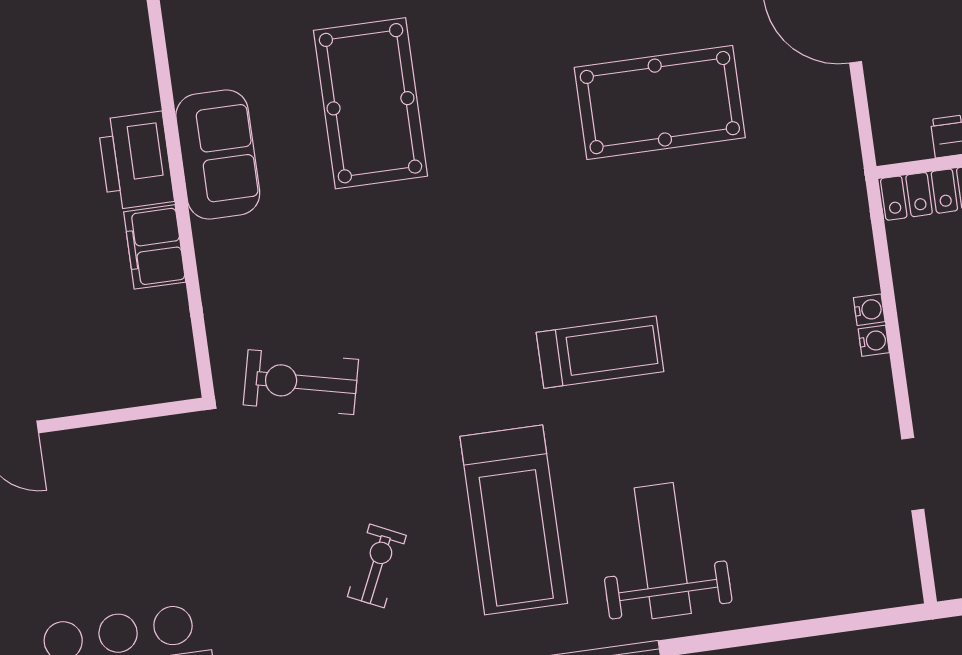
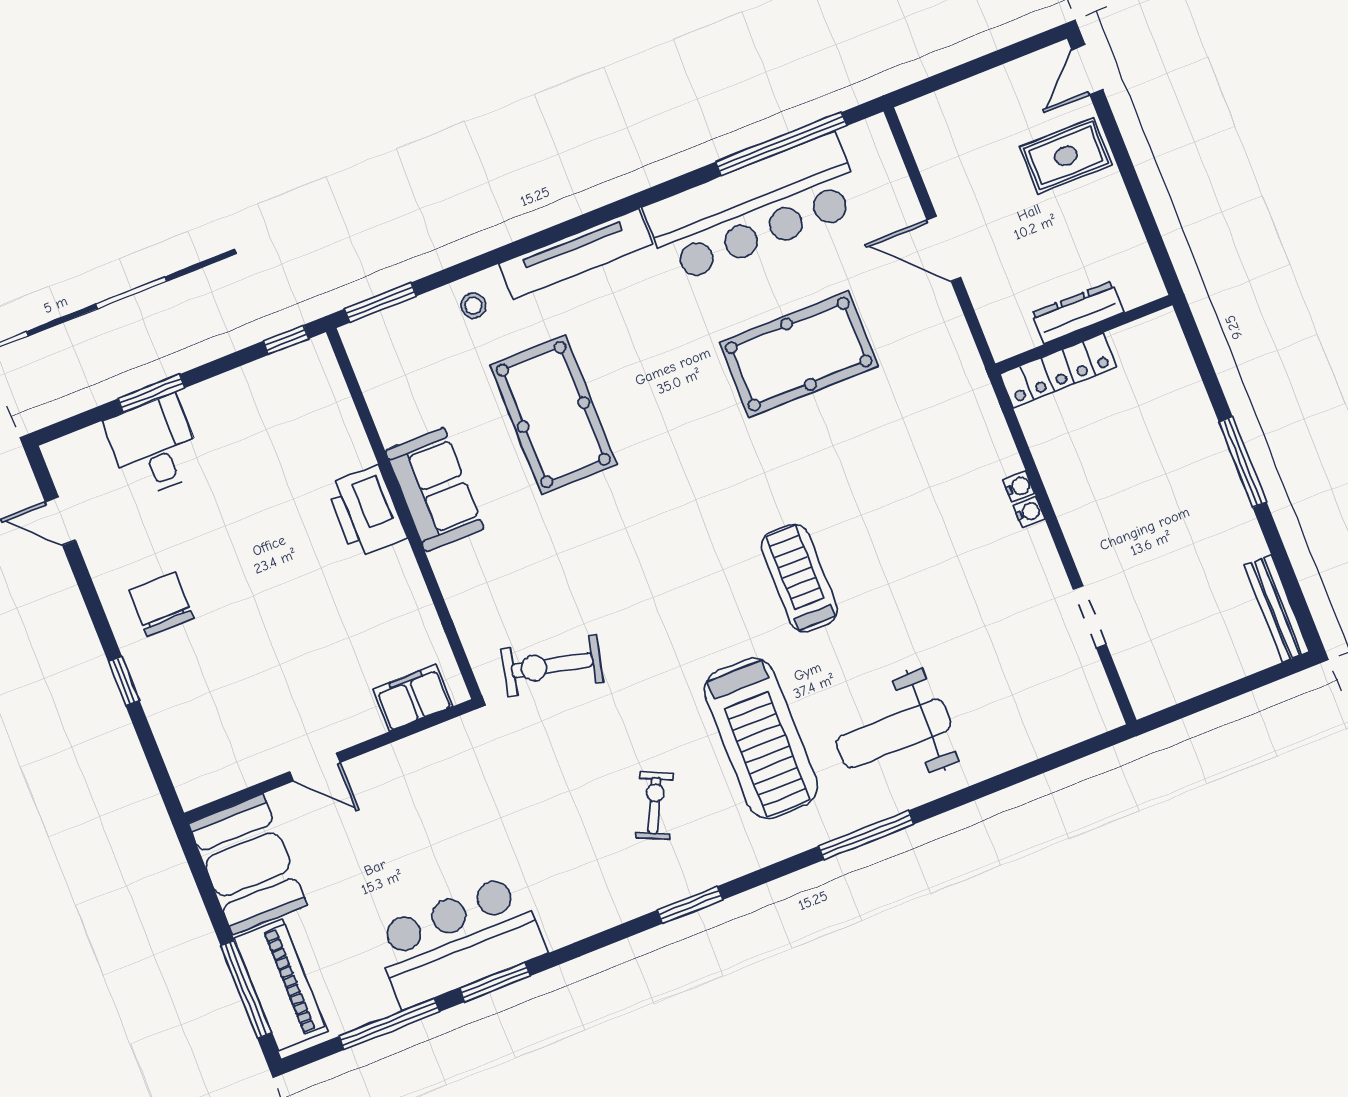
filing cabinet: (155, 247) -> (413, 698), moved, turned 90
treadmill: (600, 352) -> (799, 578), turned -90
weight bench: (663, 551) -> (894, 733), turned -90

